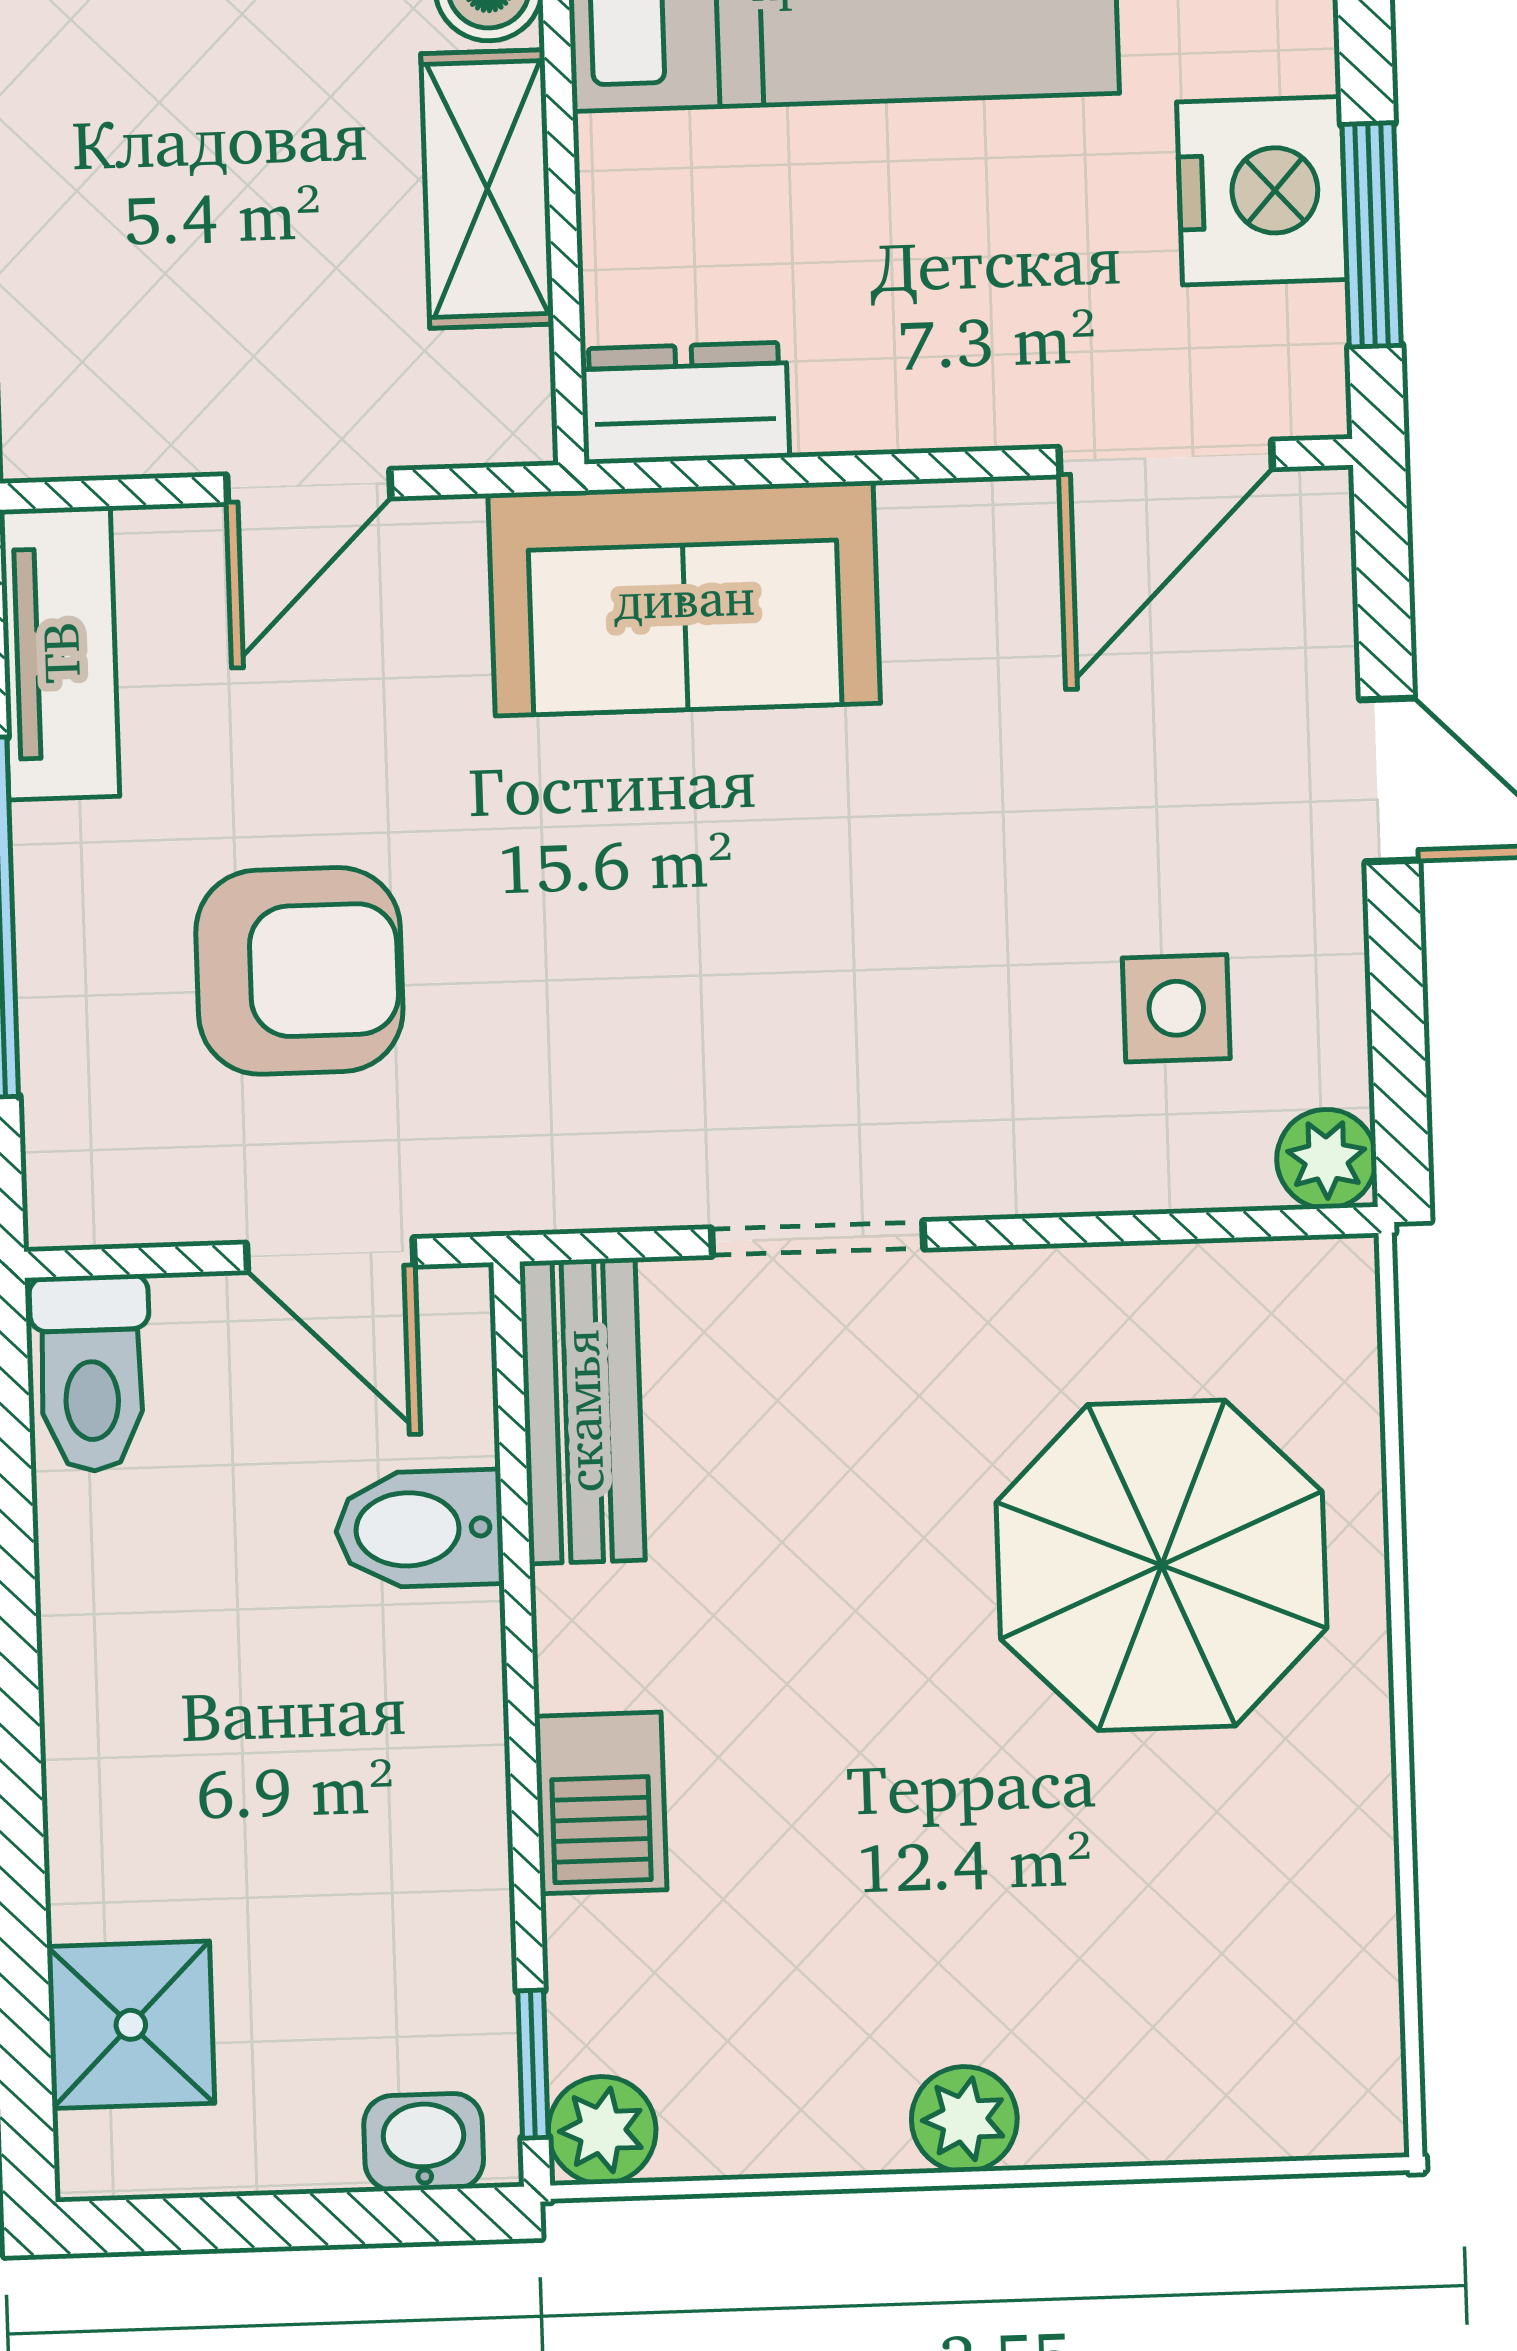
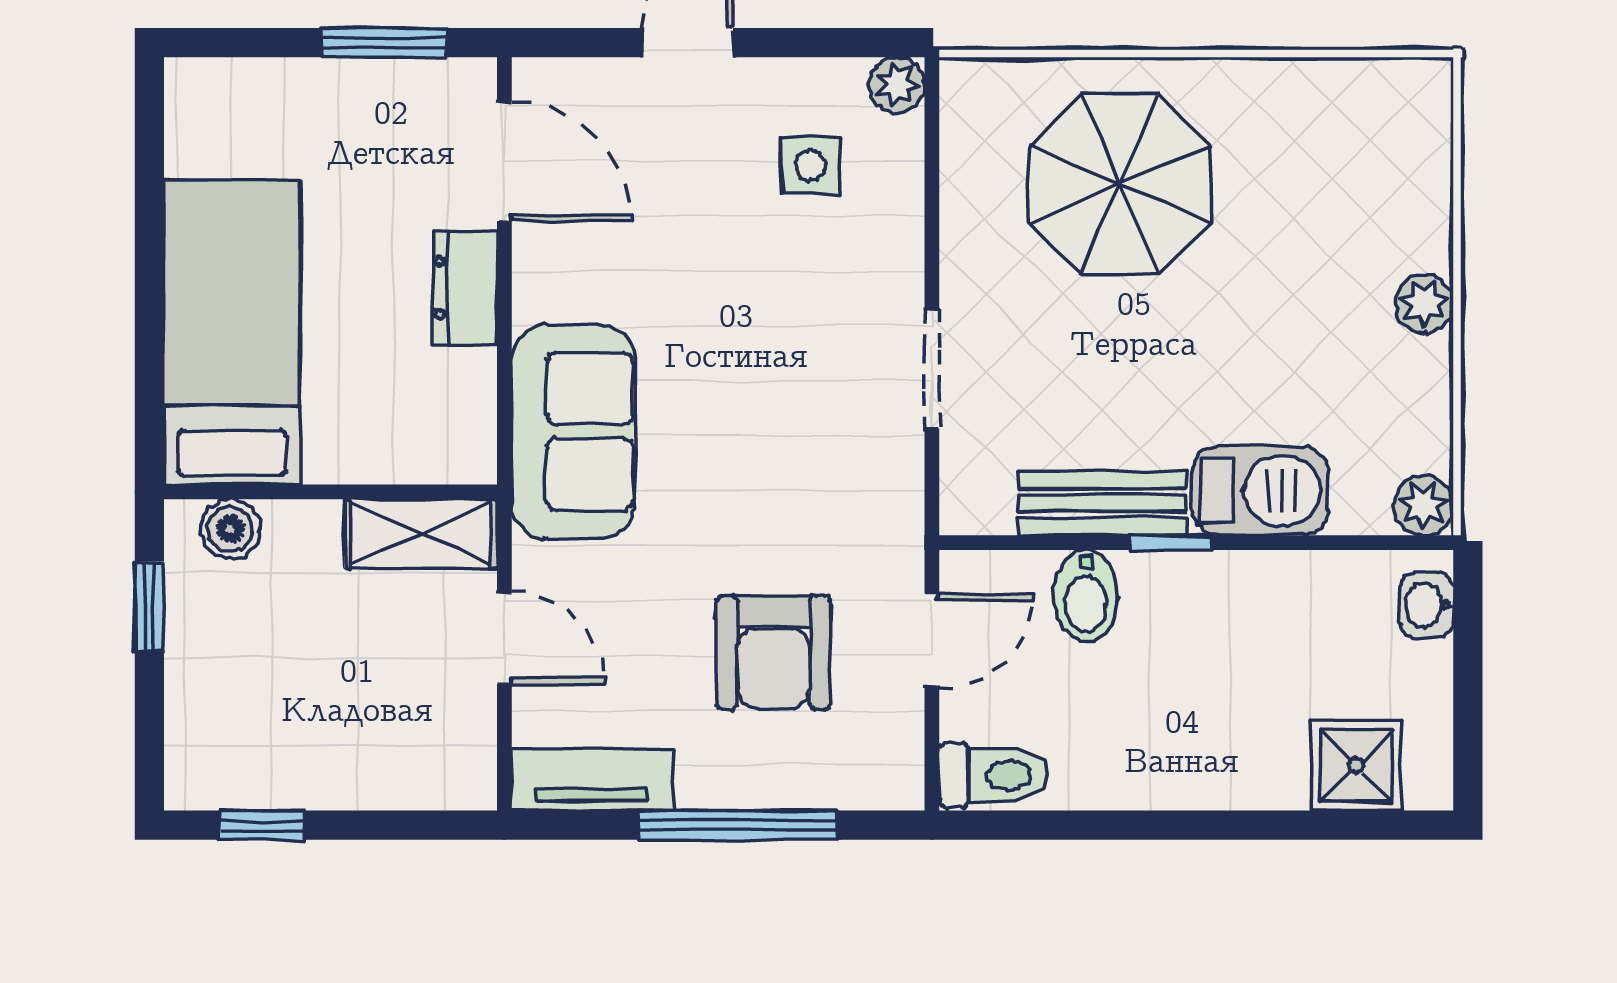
shelving: (487, 189) -> (421, 534), moved
nightstand: (1262, 191) -> (358, 103), removed
dresser: (685, 403) -> (465, 287), moved
armchair: (299, 971) -> (773, 652), turned 180
bench: (582, 1411) -> (1102, 503), moved
barbecue: (601, 1803) -> (1260, 491), width x1.38, depth x1.27
window: (533, 2064) -> (1170, 543), moved

